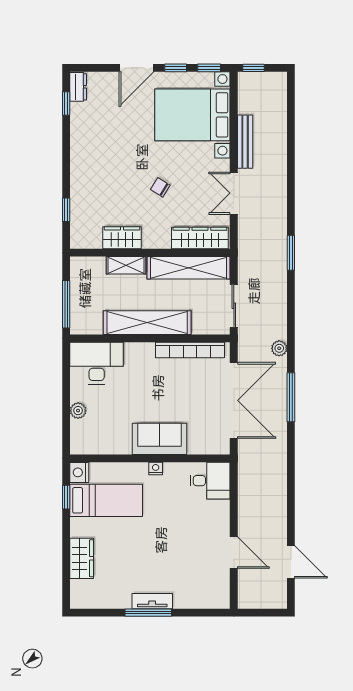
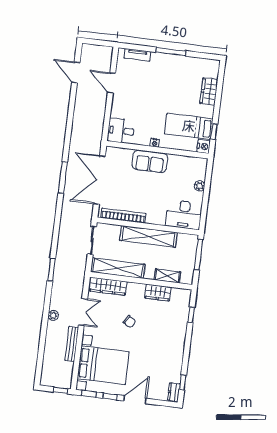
shelving: (126, 265) -> (167, 276), moved
plant: (279, 348) -> (53, 315), moved
tv unit: (152, 601) -> (137, 55), moved

